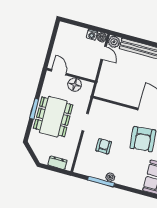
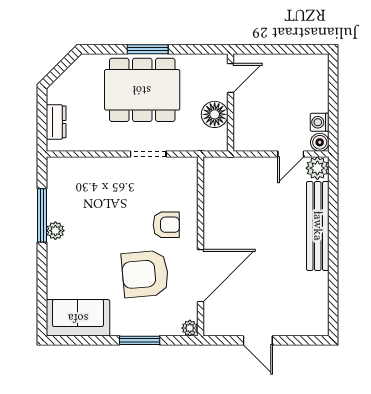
armchair: (104, 146) -> (166, 225), moved

